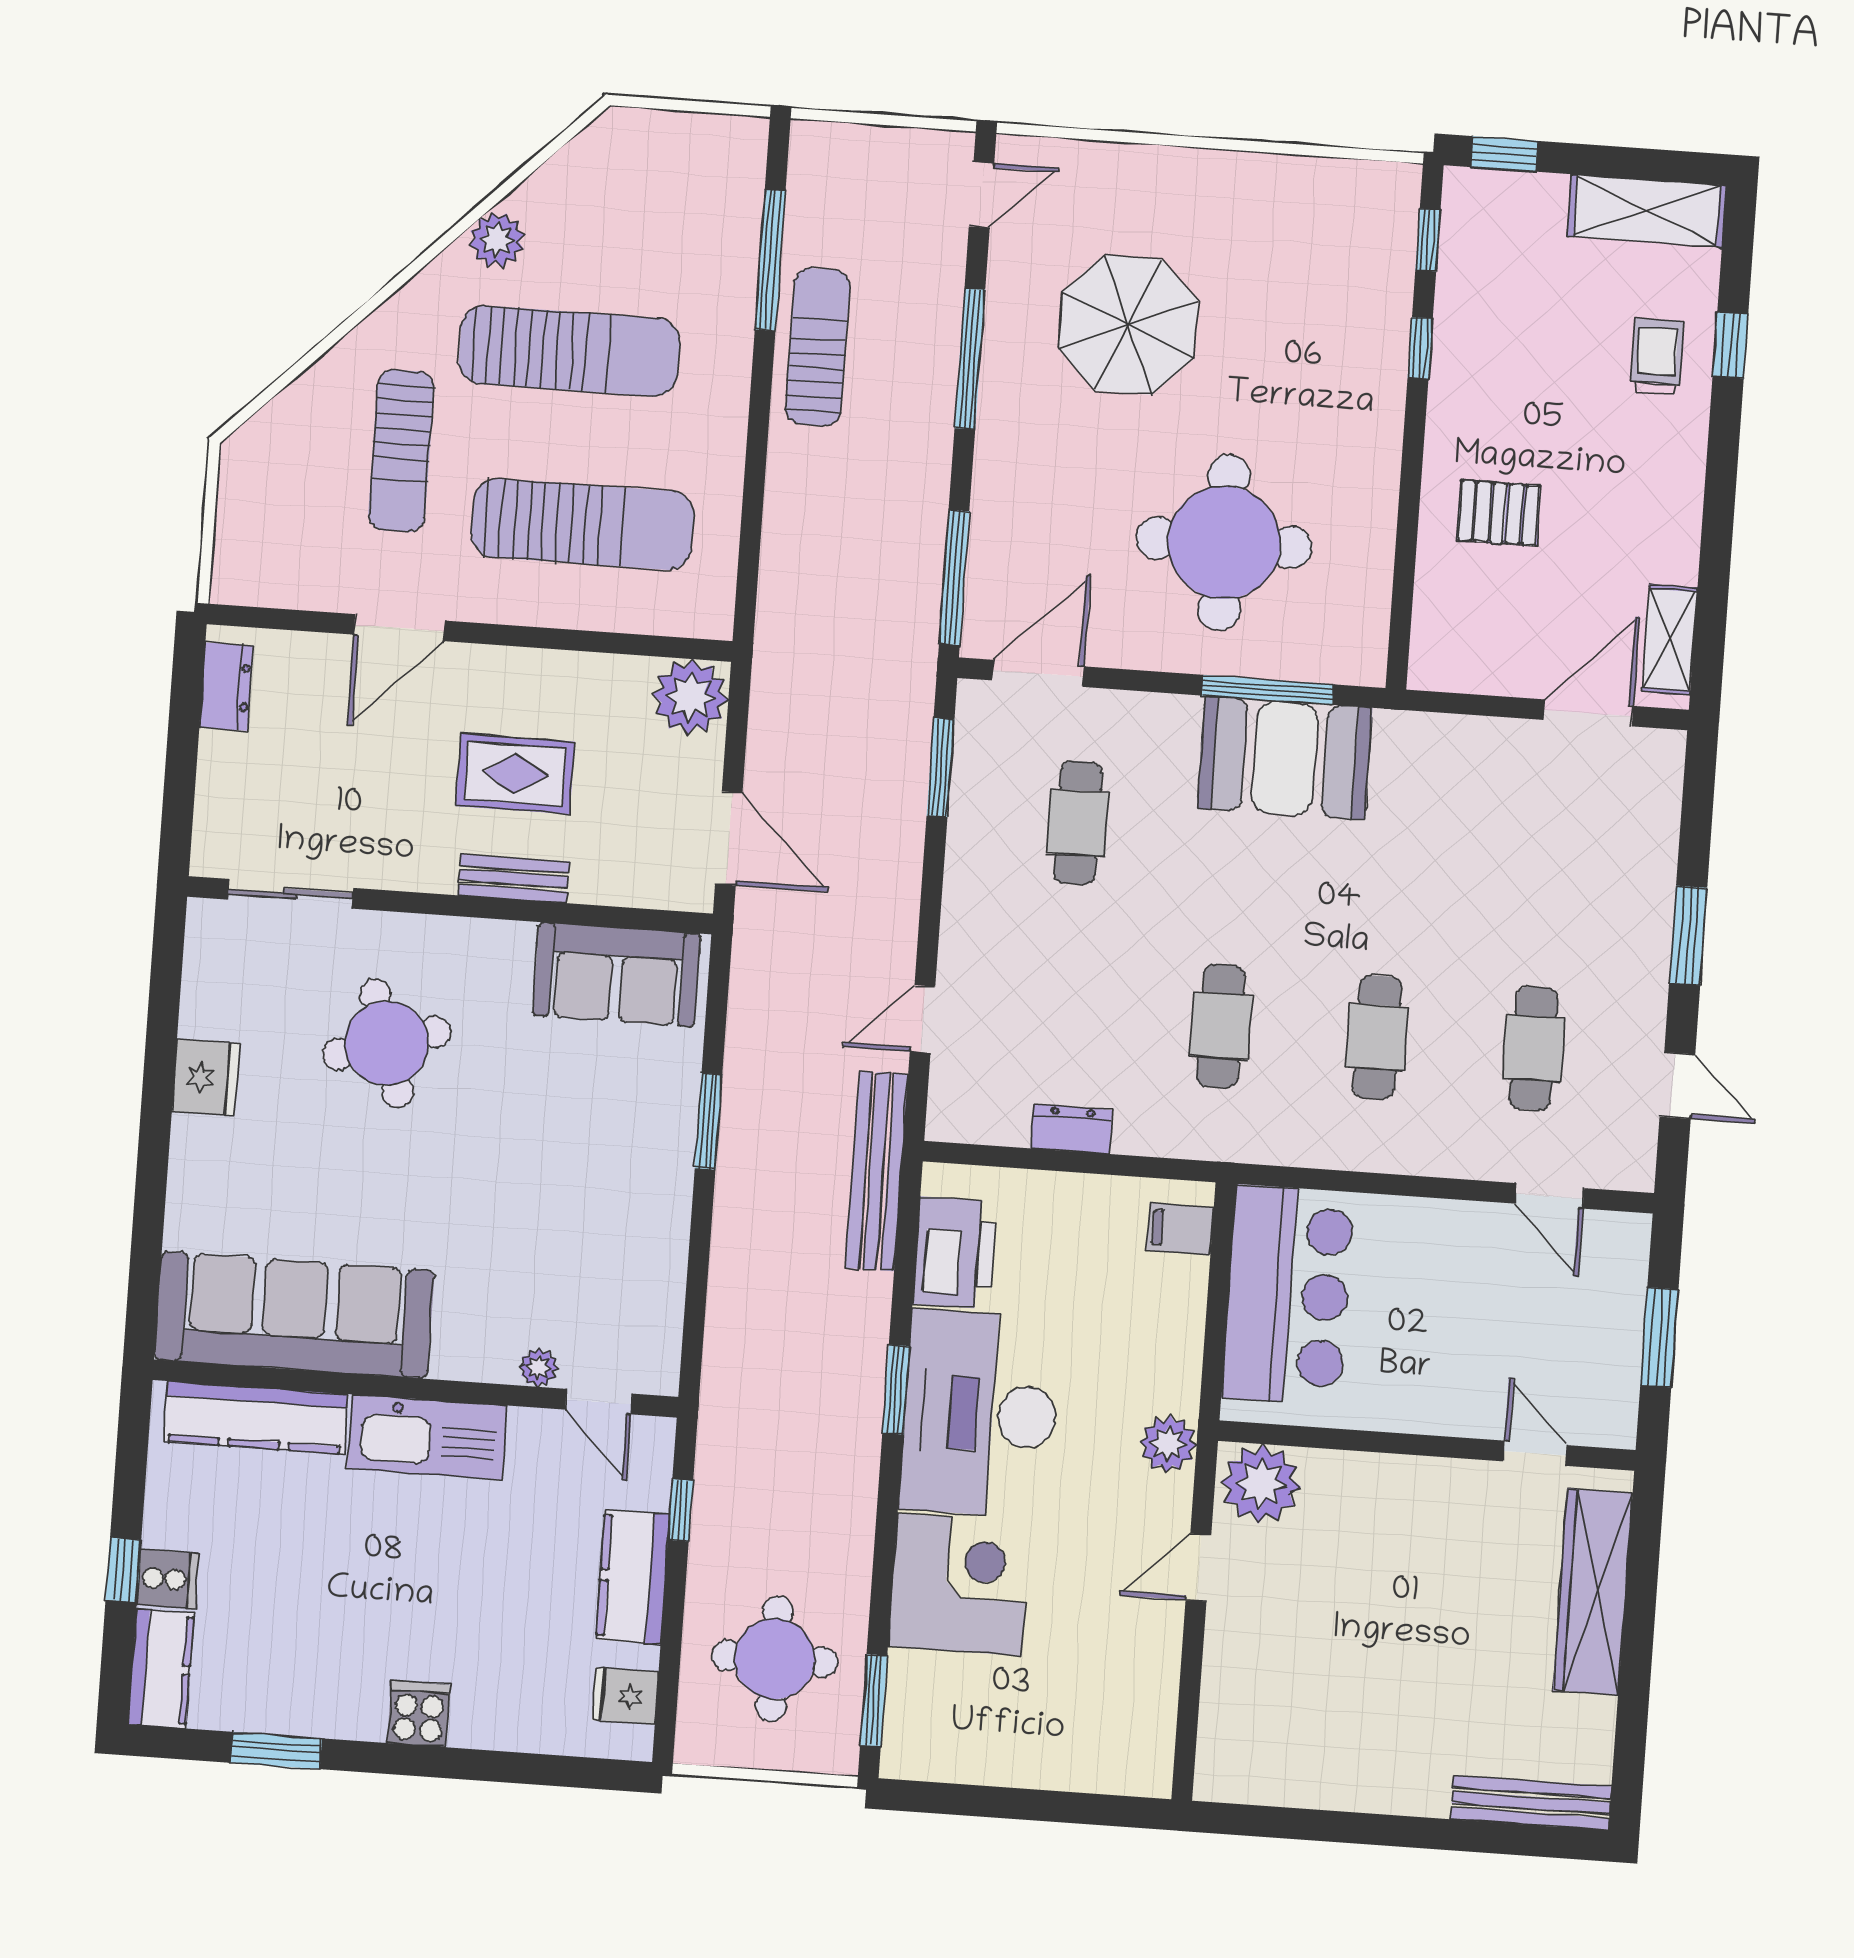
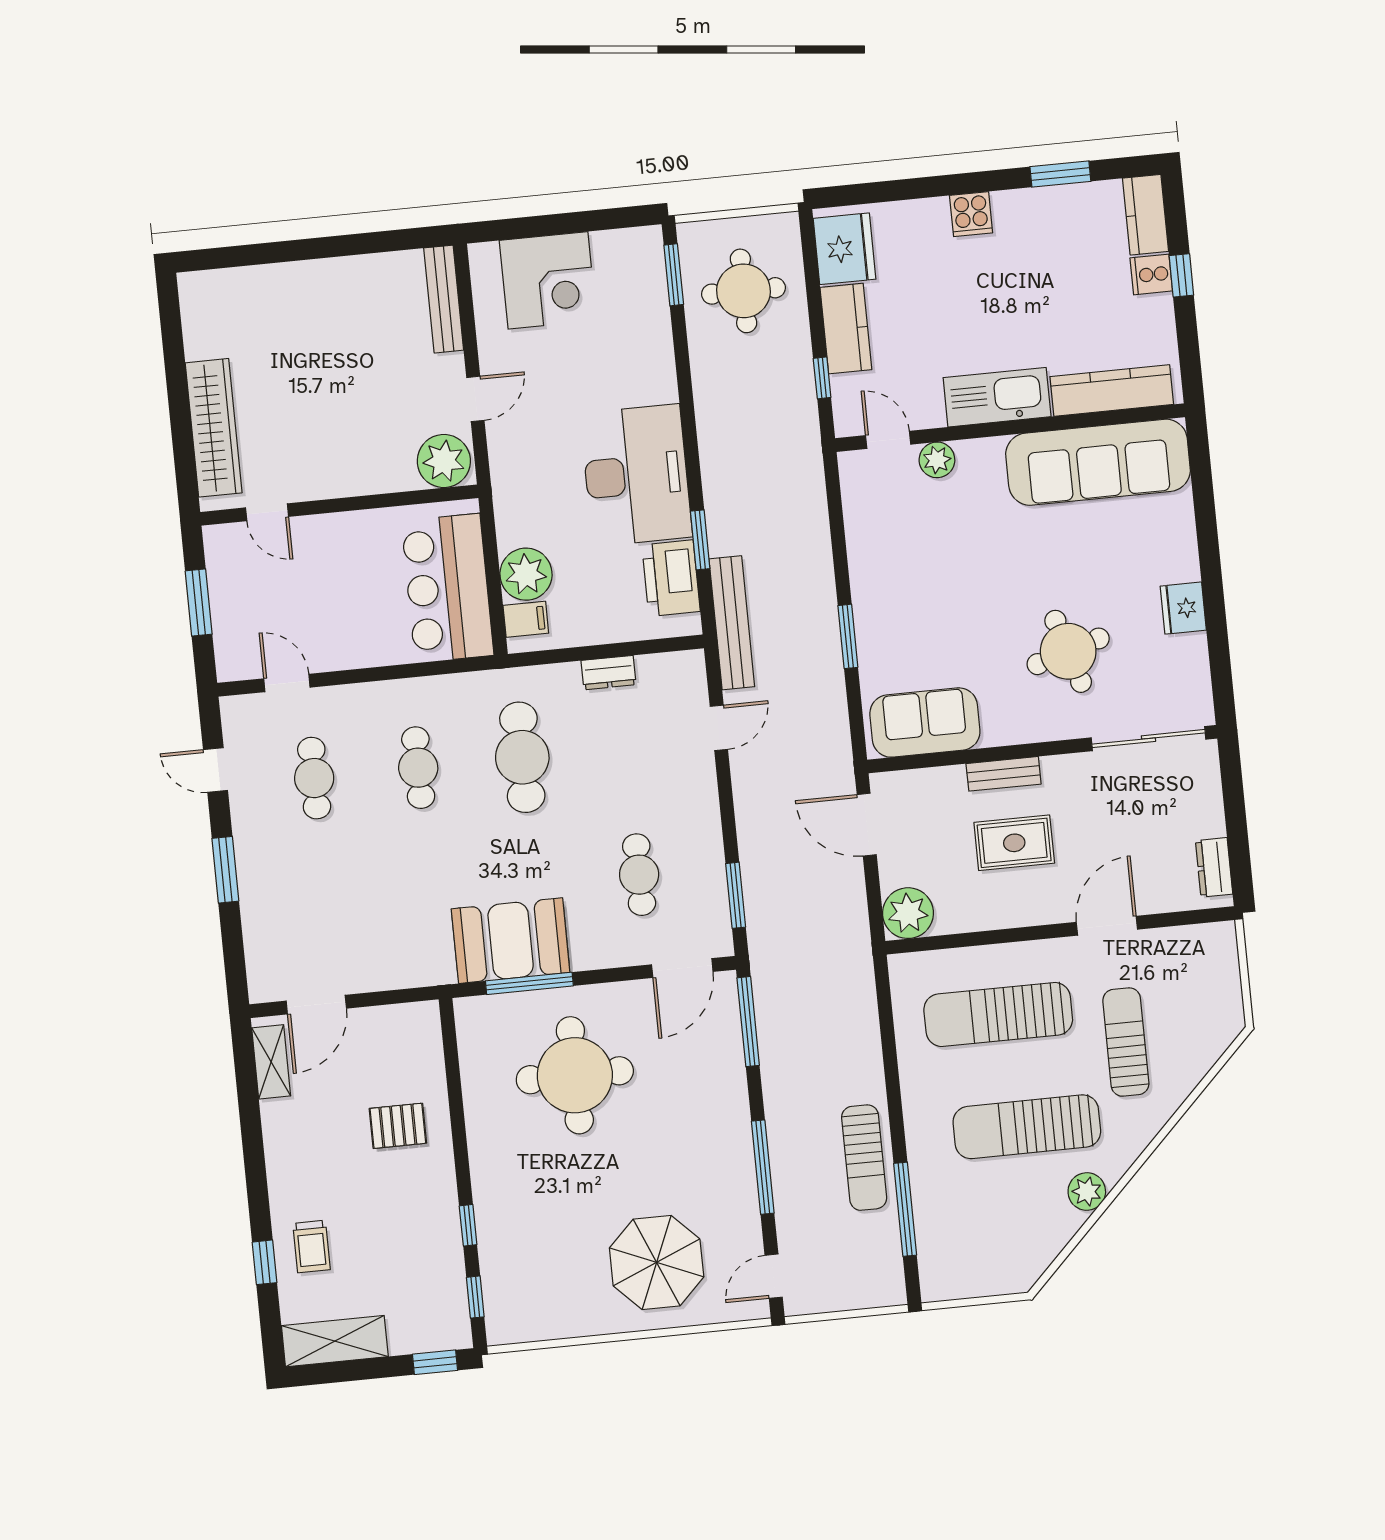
parasol: (1128, 325) -> (657, 1262), moved
sliding door: (290, 894) -> (1149, 739), width x1.37
cafe table: (1221, 1026) -> (522, 757), width x1.37, depth x1.35
plant: (539, 1367) -> (937, 460), width x1.38, depth x1.38
window: (896, 1390) -> (700, 540), moved
plant: (1168, 1444) -> (526, 574), moved, width x1.36, depth x1.36
corner desk: (959, 1585) -> (548, 280), moved, turned -90
fridge: (625, 1696) -> (844, 249), width x1.88, depth x1.34
bench: (1531, 1803) -> (444, 299), moved, turned 90

